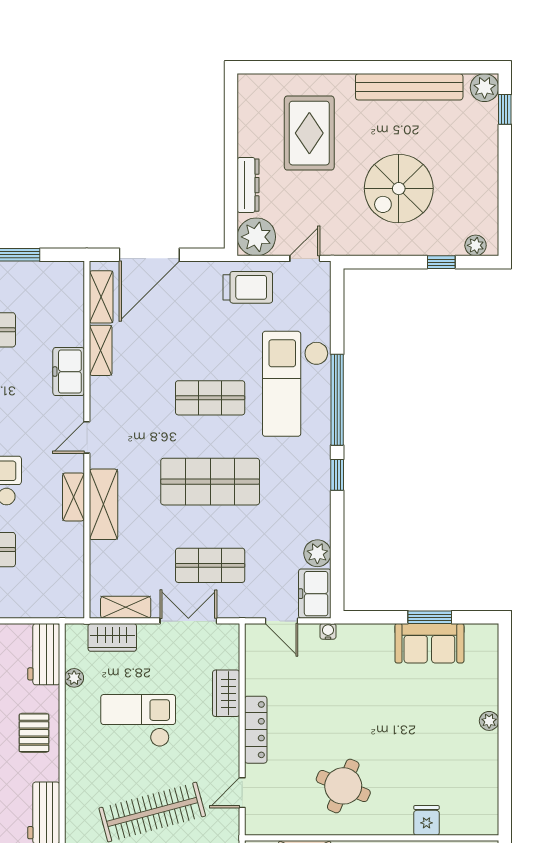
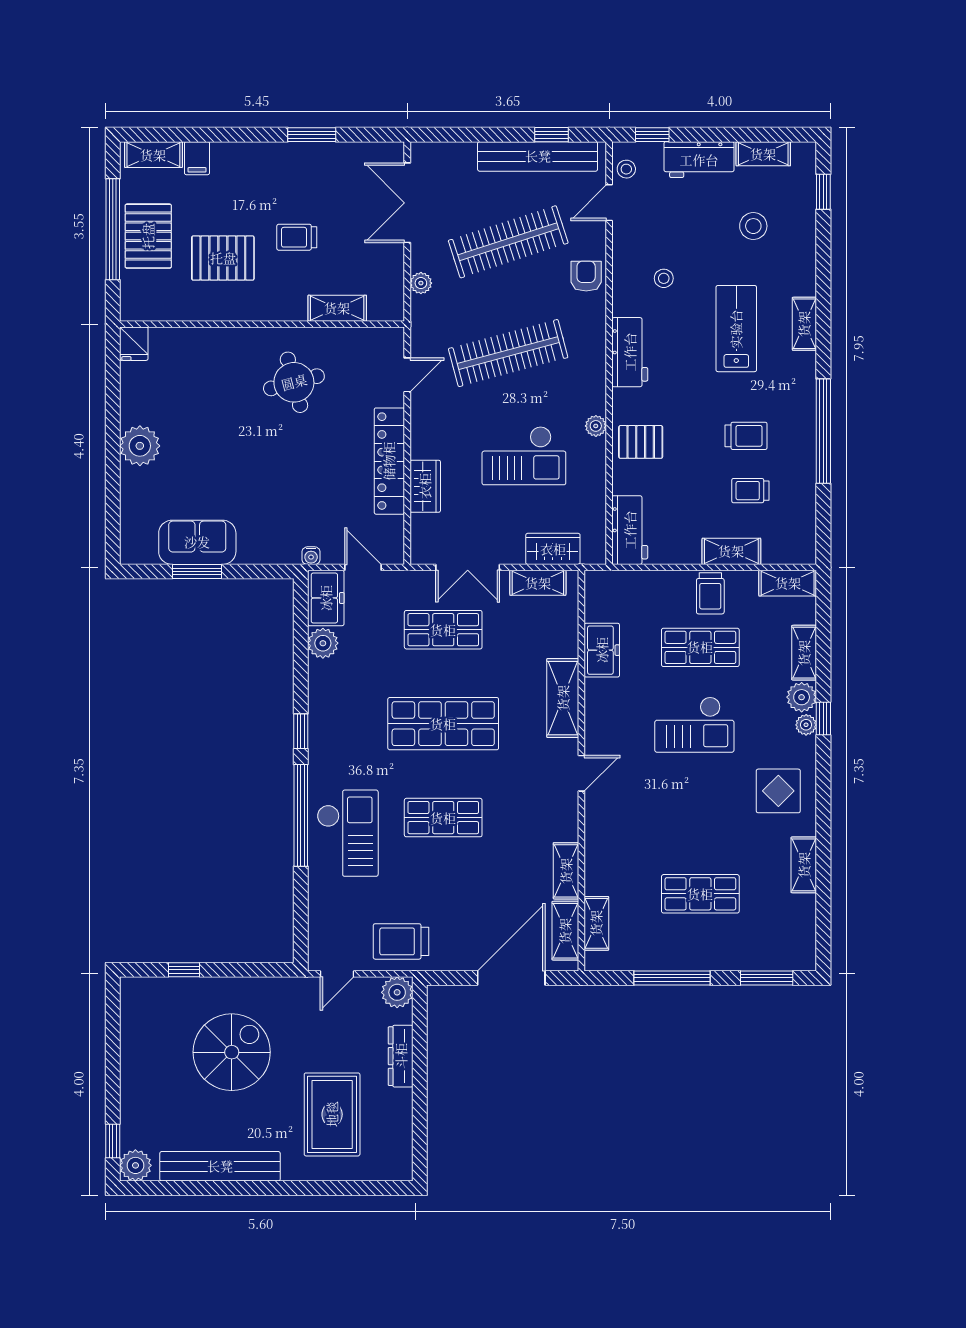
plant: (256, 237) -> (397, 992), width x0.73, depth x0.73
plant: (476, 245) -> (146, 988), removed
freezer: (69, 372) -> (602, 650), moved
checkout: (295, 384) -> (348, 833), width x0.73, depth x0.83
shelving: (74, 497) -> (596, 923), moved
plant: (74, 678) -> (596, 426), moved
plant: (489, 721) -> (140, 446), width x1.87, depth x1.87
locker: (256, 730) -> (389, 461), width x1.41, depth x1.21
pallet: (34, 733) -> (641, 442), turned 90
round table: (343, 786) -> (294, 382), turned -38
fridge: (426, 820) -> (134, 344), moved

